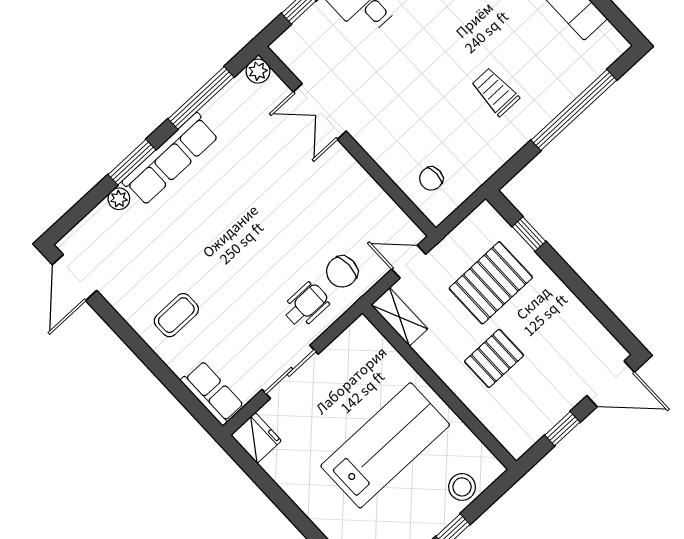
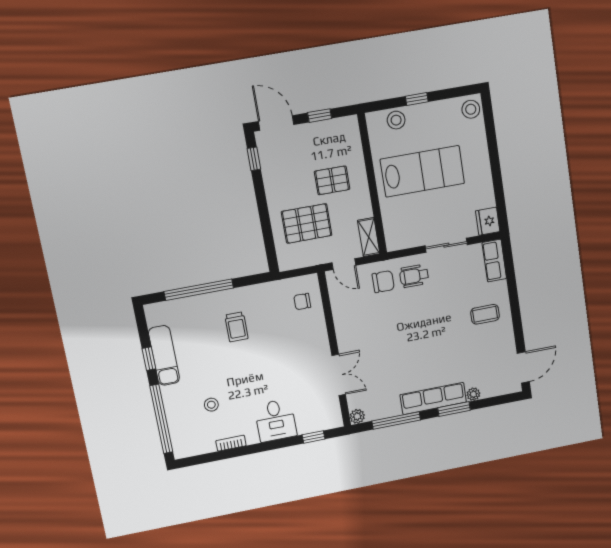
chair: (431, 179) -> (302, 302), turned 180
window: (529, 234) -> (254, 159), moved
lab bench: (385, 445) -> (422, 171), turned 180

